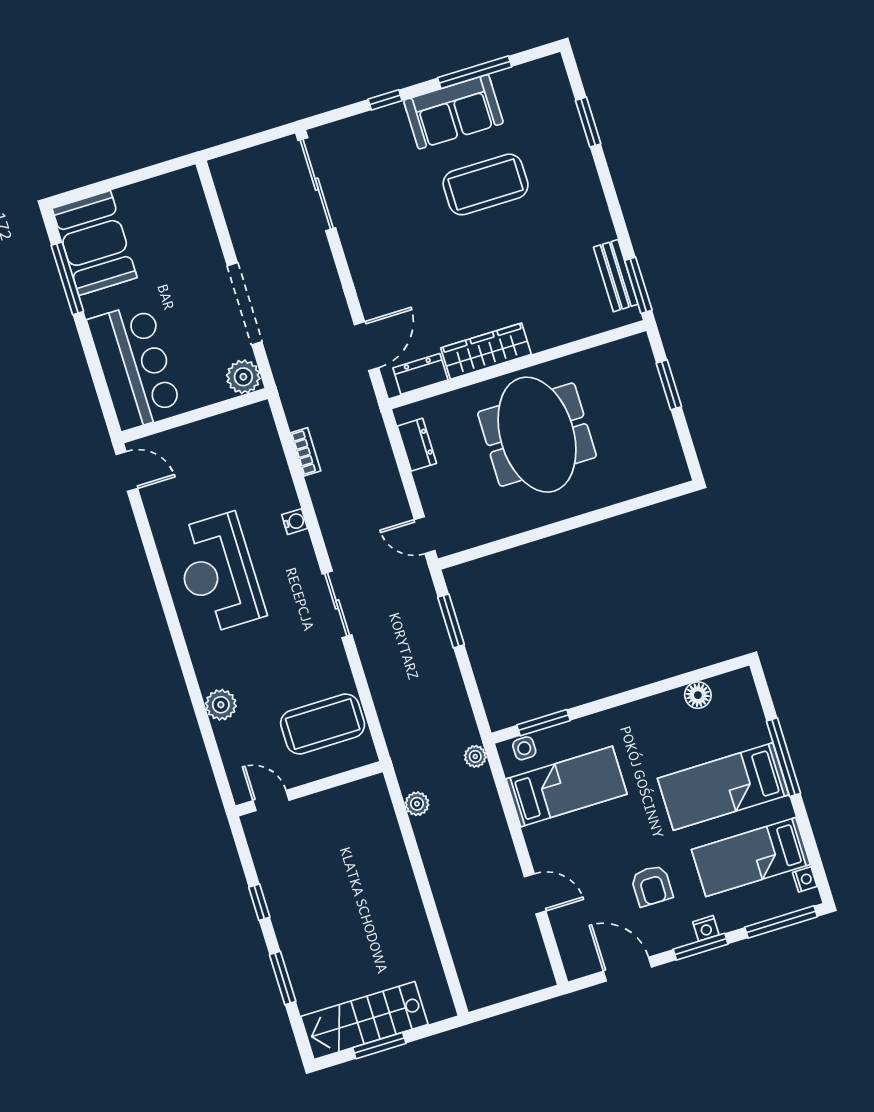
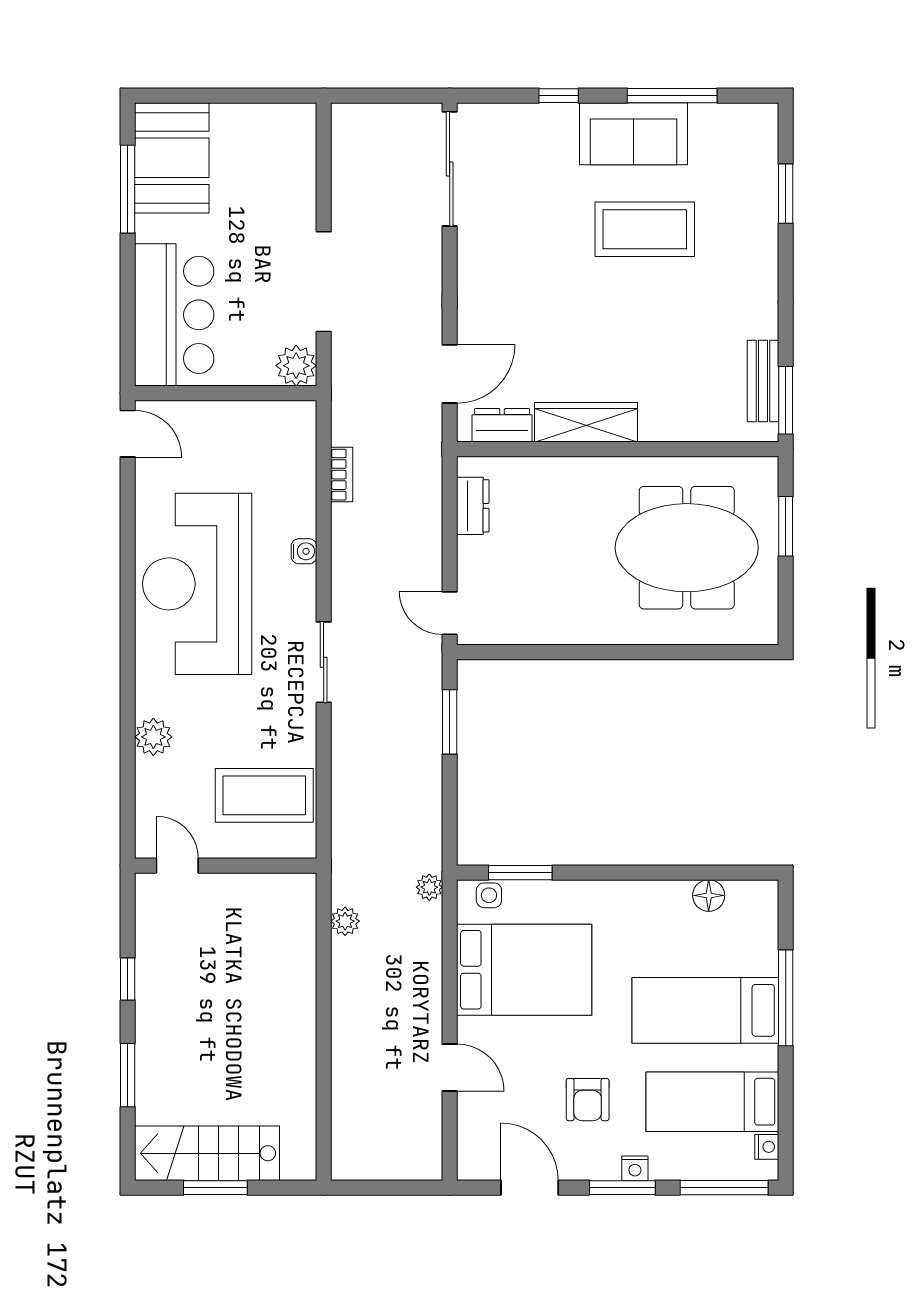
meeting table: (537, 435) -> (687, 548), moved, turned 90
reception desk: (218, 573) -> (197, 584), width x1.36, depth x1.30
bed: (566, 787) -> (524, 970), width x1.50

